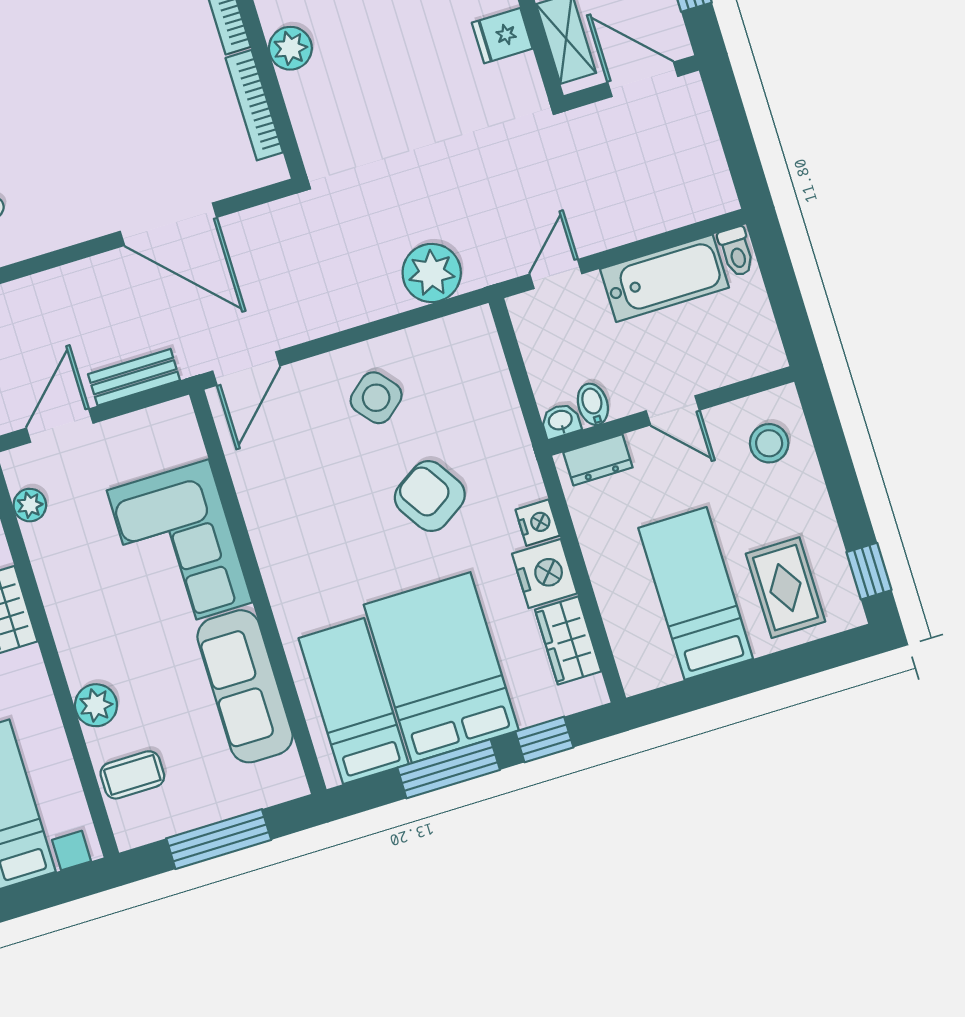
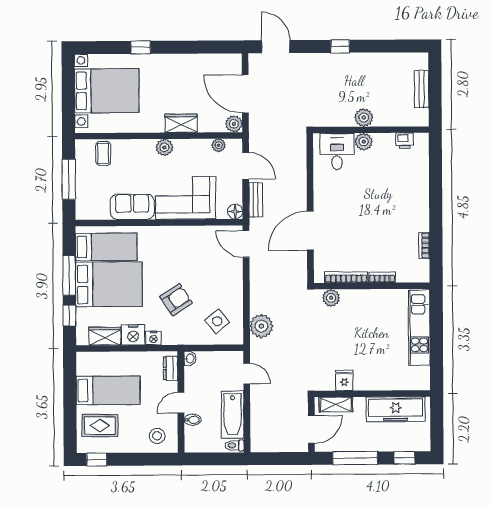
plant: (290, 48) -> (331, 298), moved
side table: (376, 398) -> (217, 321), moved
bidet: (593, 404) -> (193, 420), moved
floor lamp: (177, 418) -> (235, 212), added
sofa: (245, 686) -> (132, 207), width x0.73
plant: (96, 705) -> (164, 147), moved

